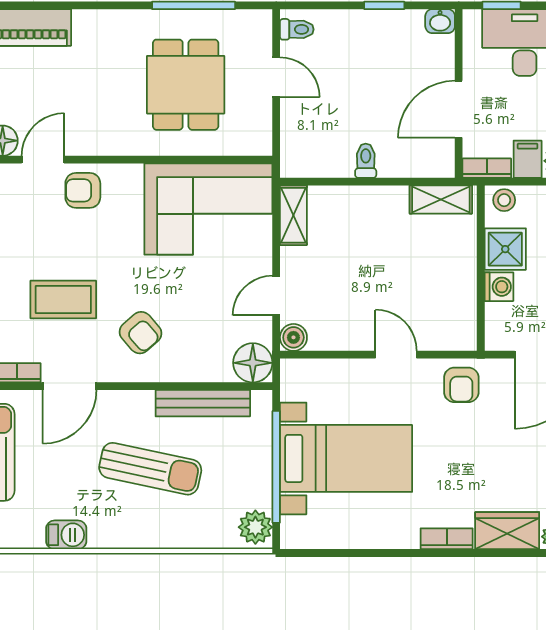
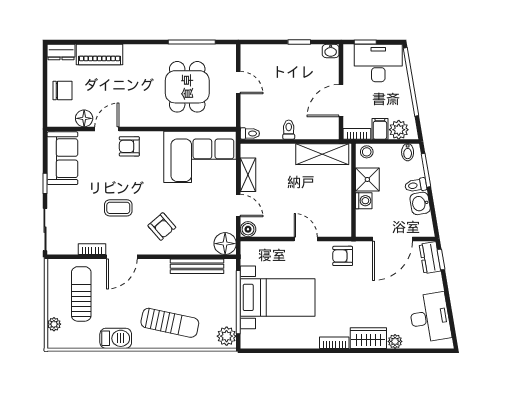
toilet: (297, 29) -> (250, 133), moved
shelving: (441, 199) -> (322, 154), width x1.50, depth x1.33
shelving: (293, 215) -> (248, 175), moved
door: (276, 296) -> (238, 206), swing flipped
coffee table: (63, 300) -> (118, 208), width x0.73, depth x0.77
armchair: (461, 385) -> (343, 256), turned 90
sun lounger: (150, 469) -> (170, 323), moved
barbecue: (66, 535) -> (116, 338), width x1.38, depth x1.27

